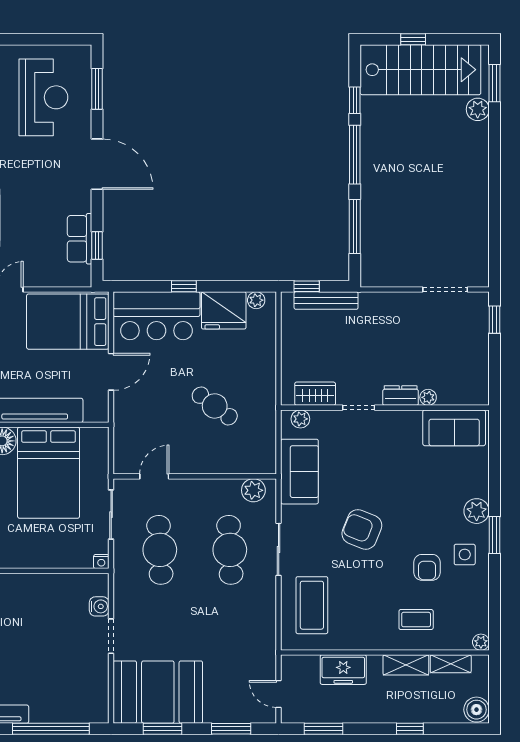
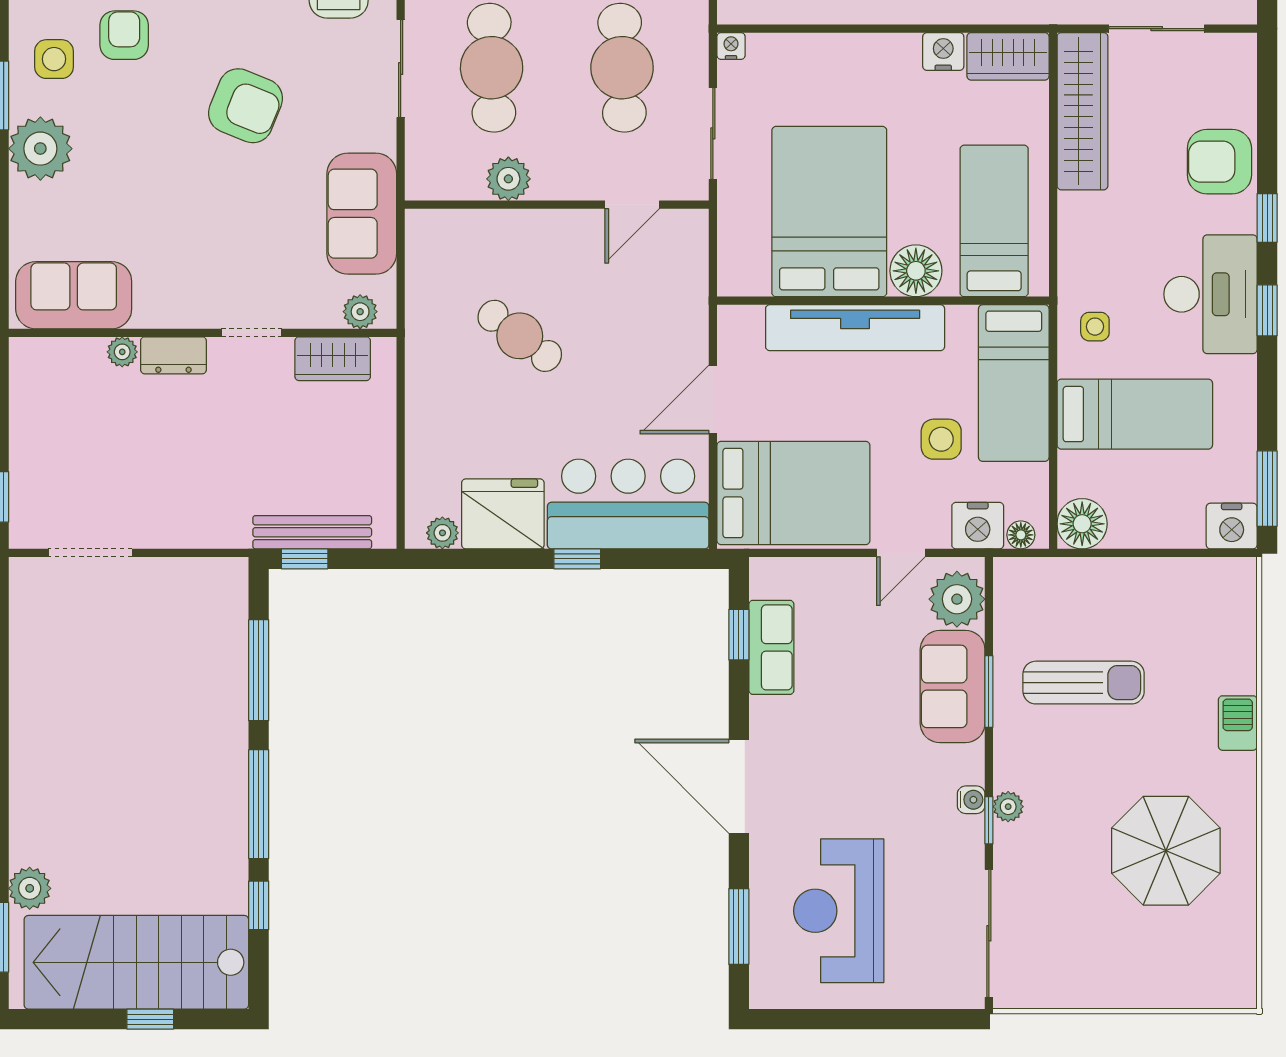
window: (307, 286) -> (305, 559), moved
plant: (253, 490) -> (508, 179), moved
plant: (477, 511) -> (40, 149), width x1.36, depth x1.36

